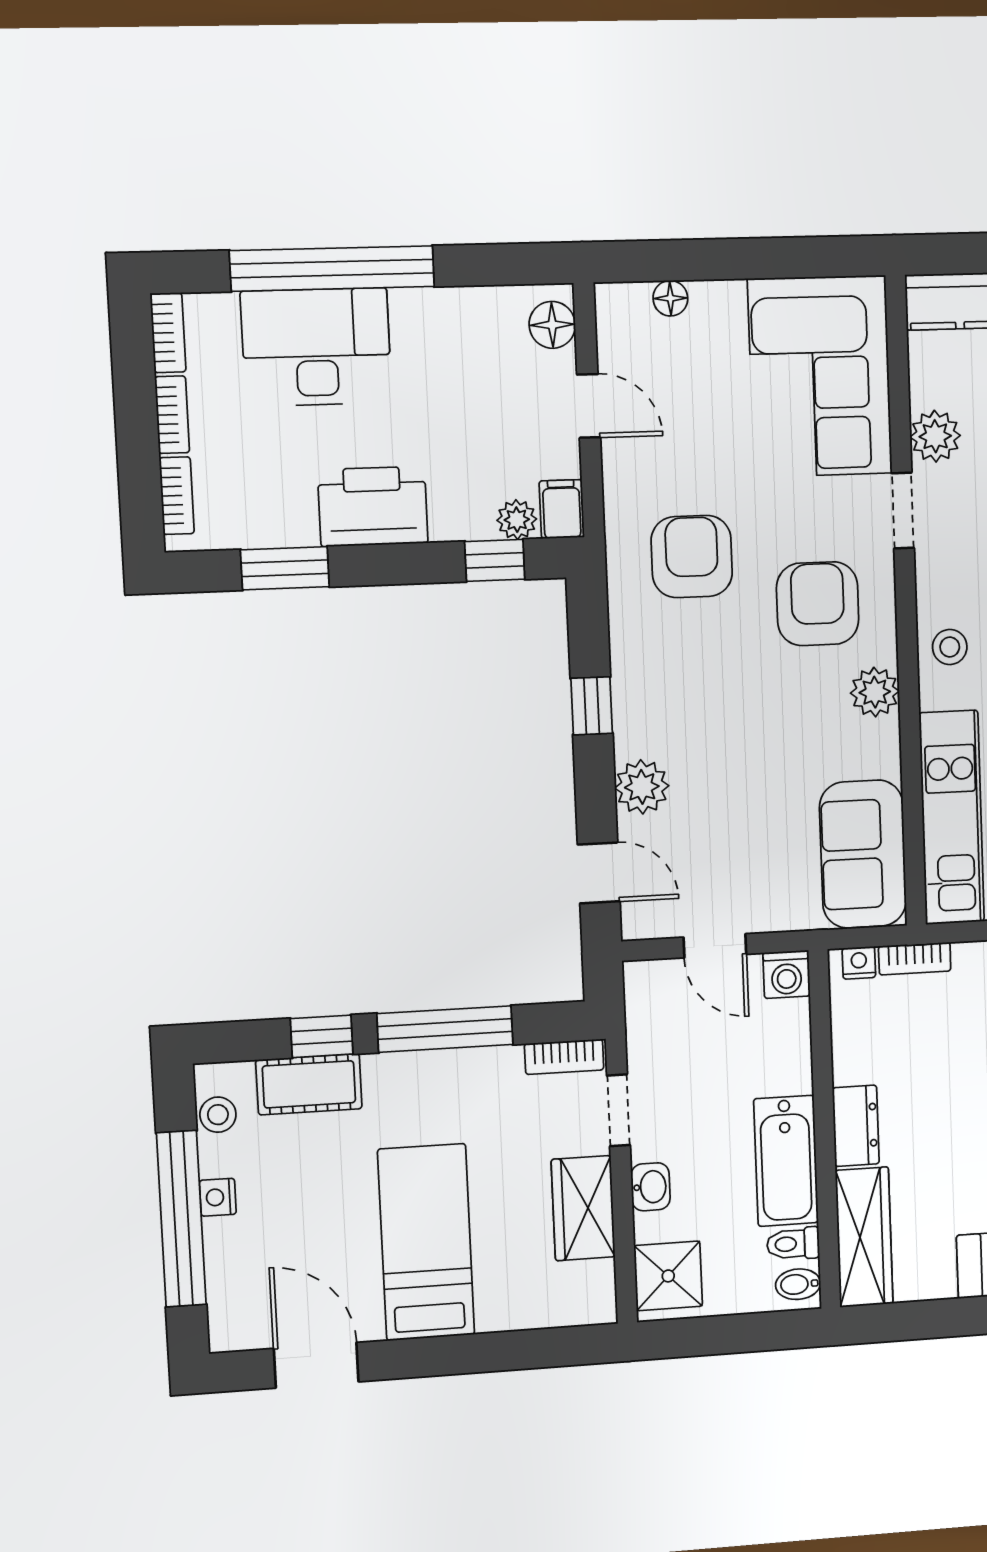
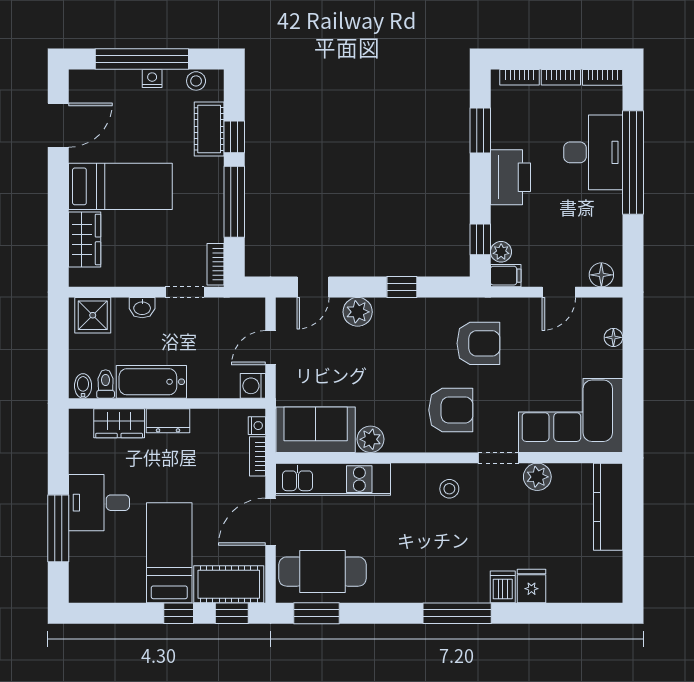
stool: (950, 647) -> (449, 489), moved
plant: (875, 692) -> (371, 439), moved
wardrobe: (583, 1208) -> (85, 239), moved, turned 90
wardrobe: (864, 1237) -> (119, 423), width x0.67

